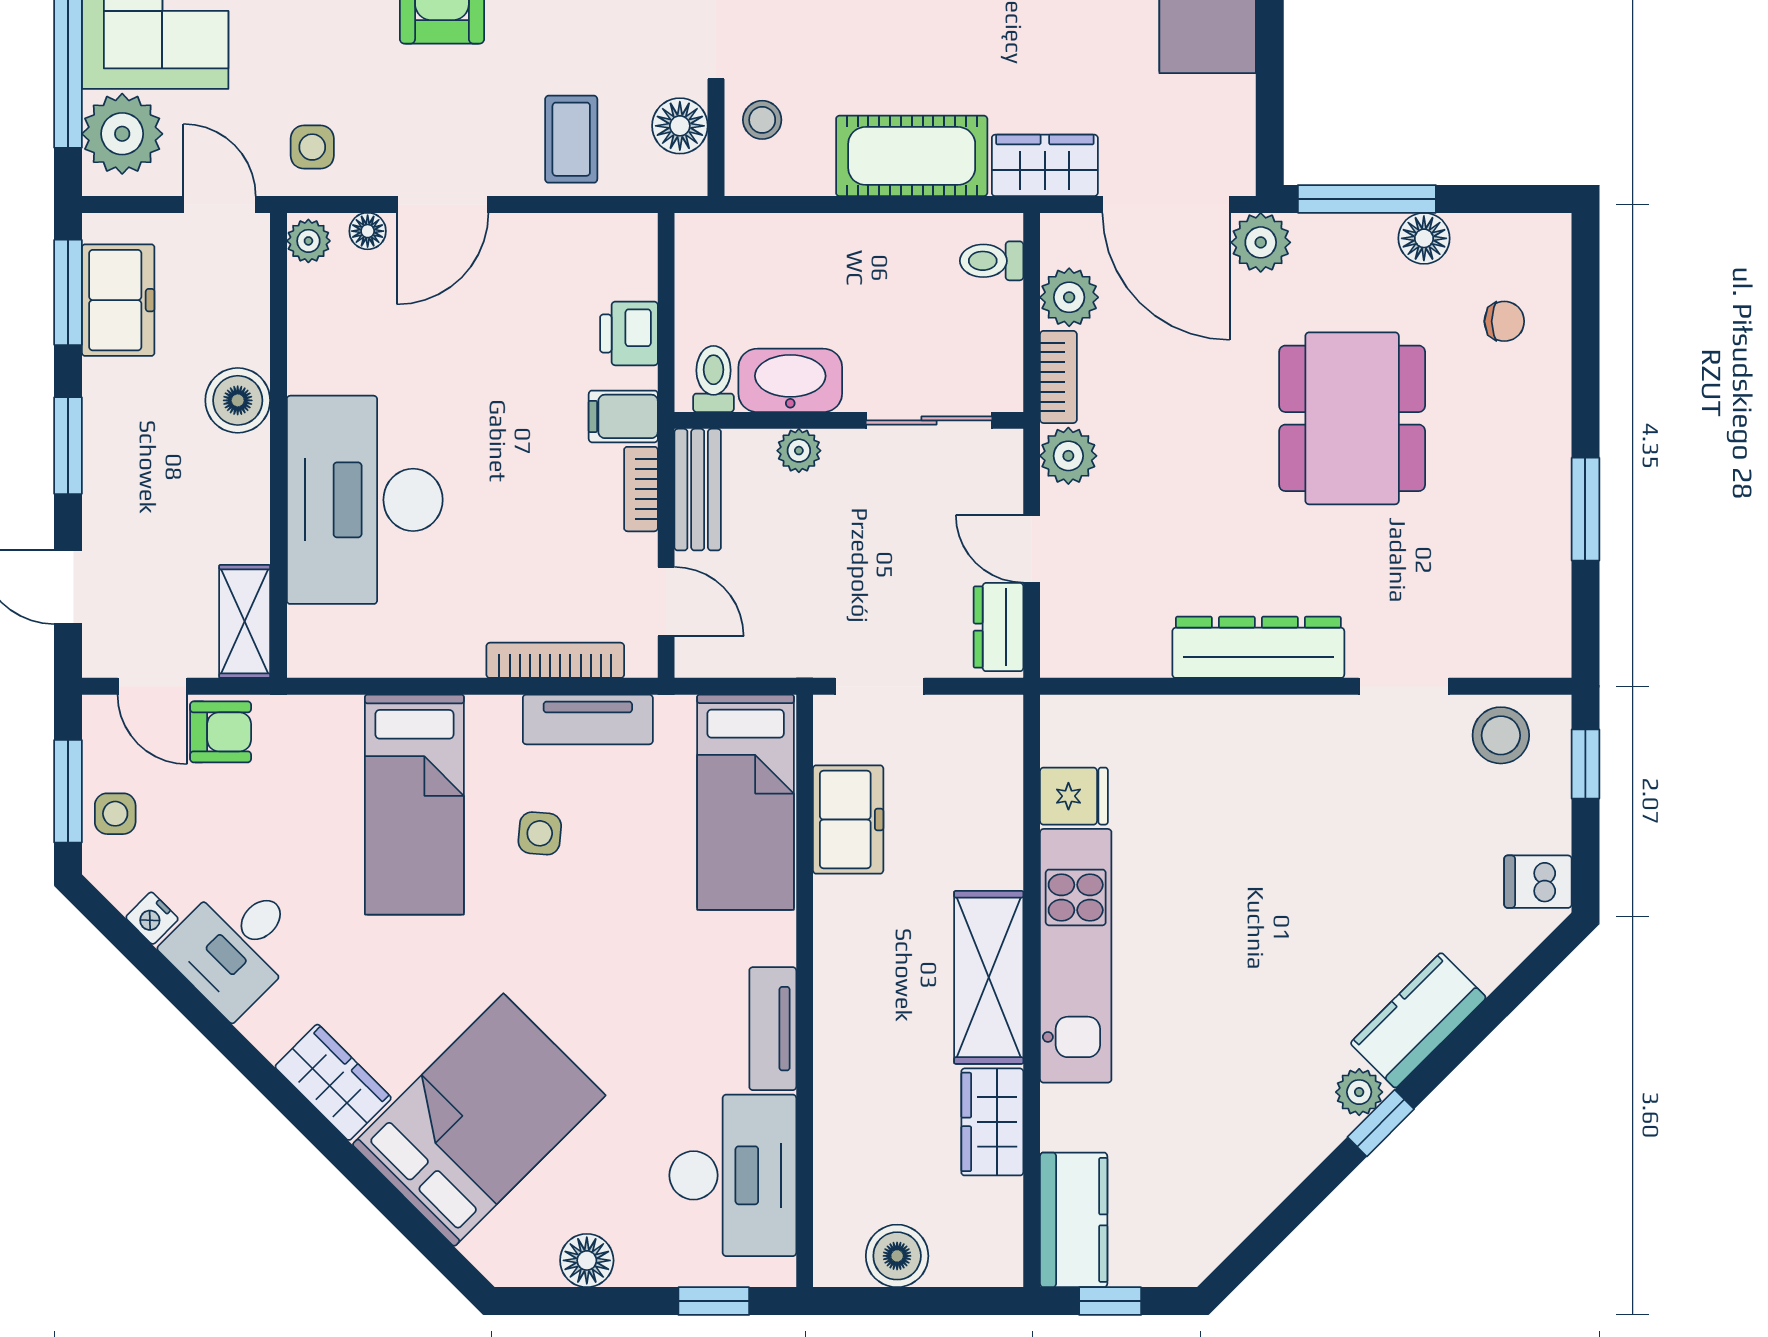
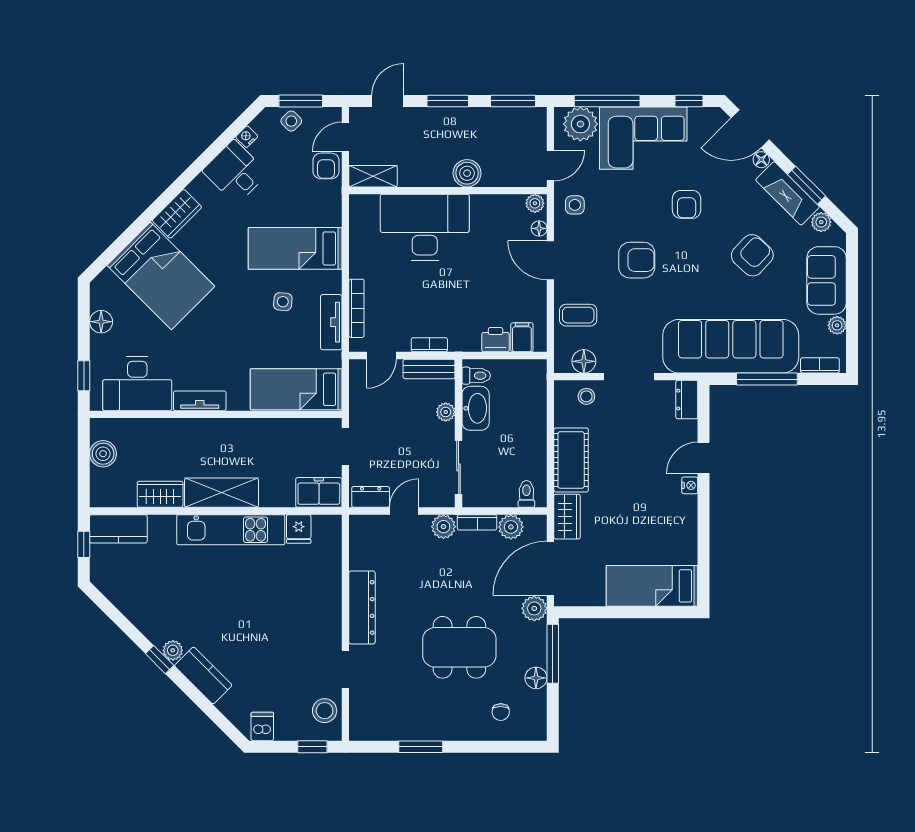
freezer: (118, 300) -> (510, 122), removed
filing cabinet: (623, 416) -> (522, 337), moved
side table: (115, 814) -> (291, 121), turned 45
freezer: (848, 819) -> (319, 492), moved, turned 180

